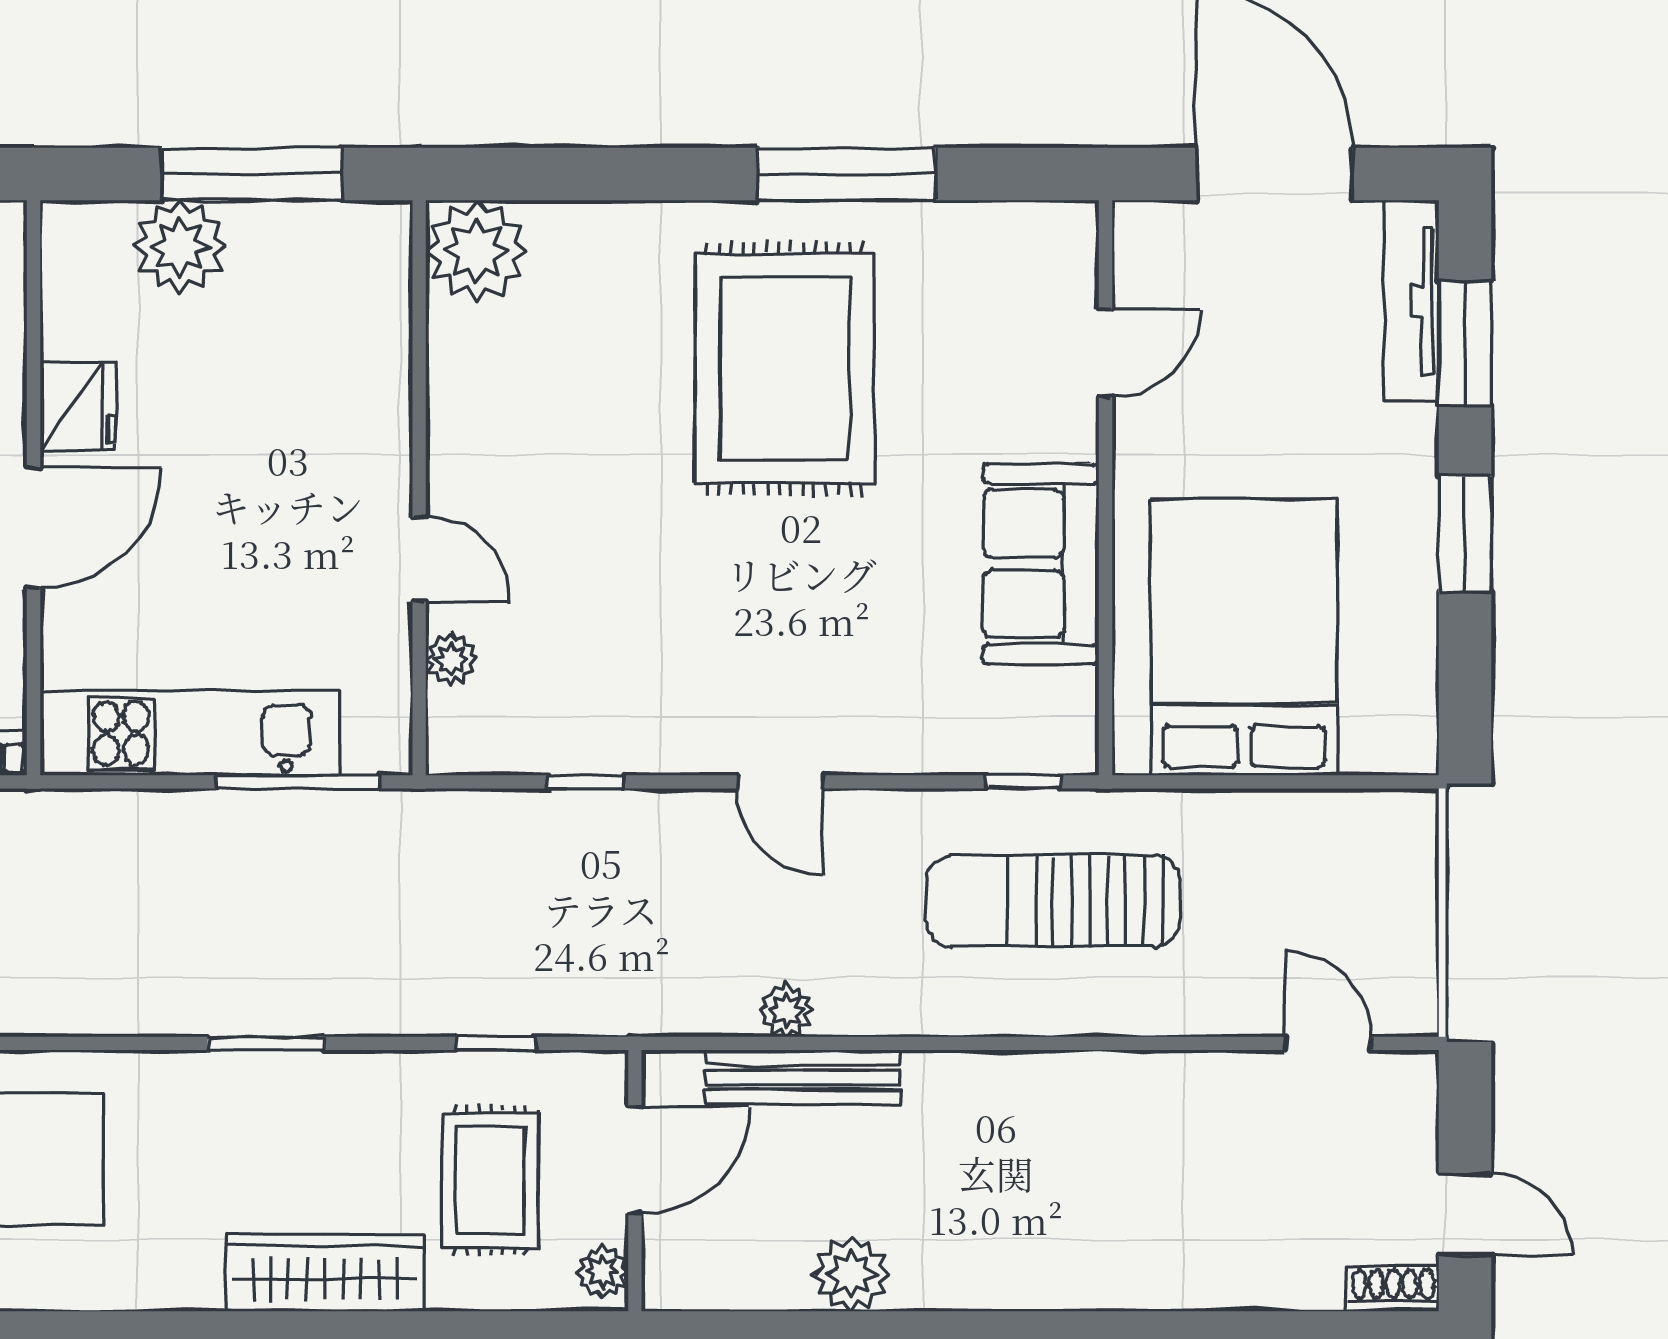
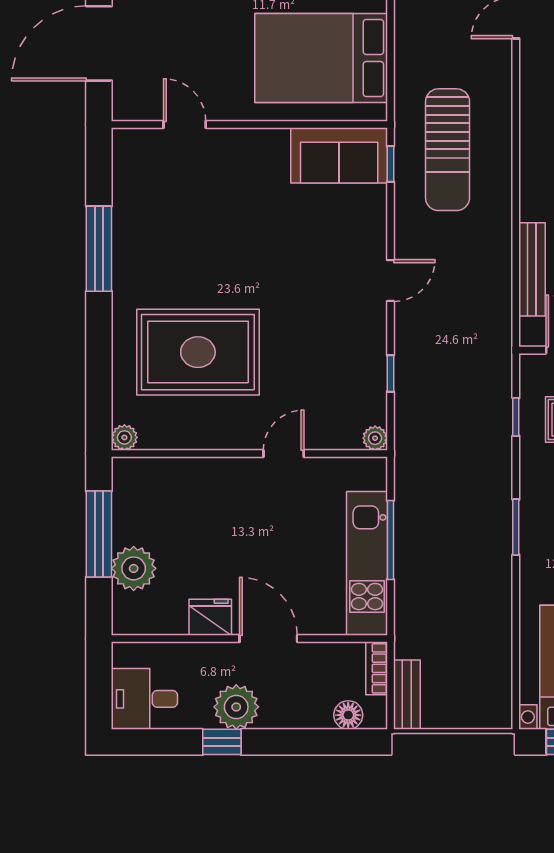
plant: (476, 251) -> (124, 437), width x0.53, depth x0.53
rug: (785, 368) -> (198, 352), moved
sofa: (1041, 564) -> (339, 155), moved
plant: (451, 659) -> (375, 438), moved
window: (297, 782) -> (390, 540), moved
plant: (786, 1010) -> (500, 278), removed

